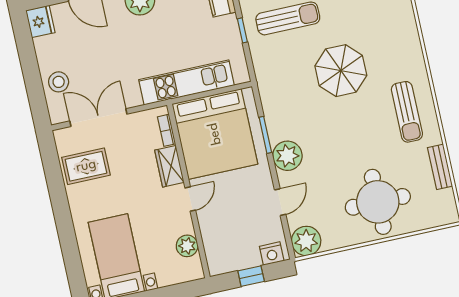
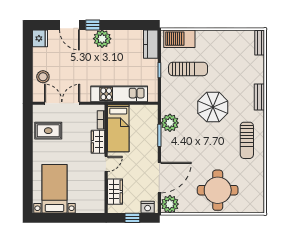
bed: (215, 134) -> (118, 128), width x0.49
plant: (287, 156) -> (170, 123), moved
bench: (440, 167) -> (259, 97), moved
door: (280, 202) -> (159, 178), width x1.87
wardrobe: (214, 240) -> (115, 192), added
plant: (187, 246) -> (98, 191), removed

